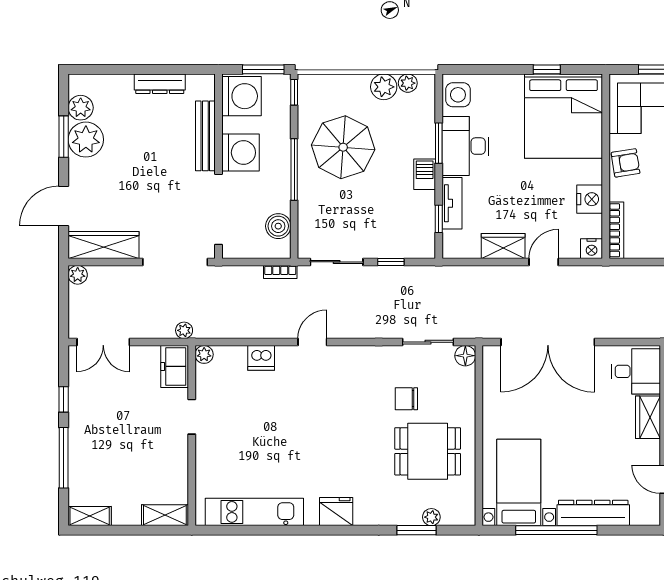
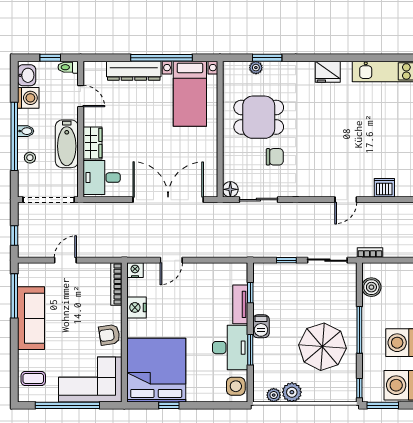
wardrobe: (503, 246) -> (202, 272), removed

